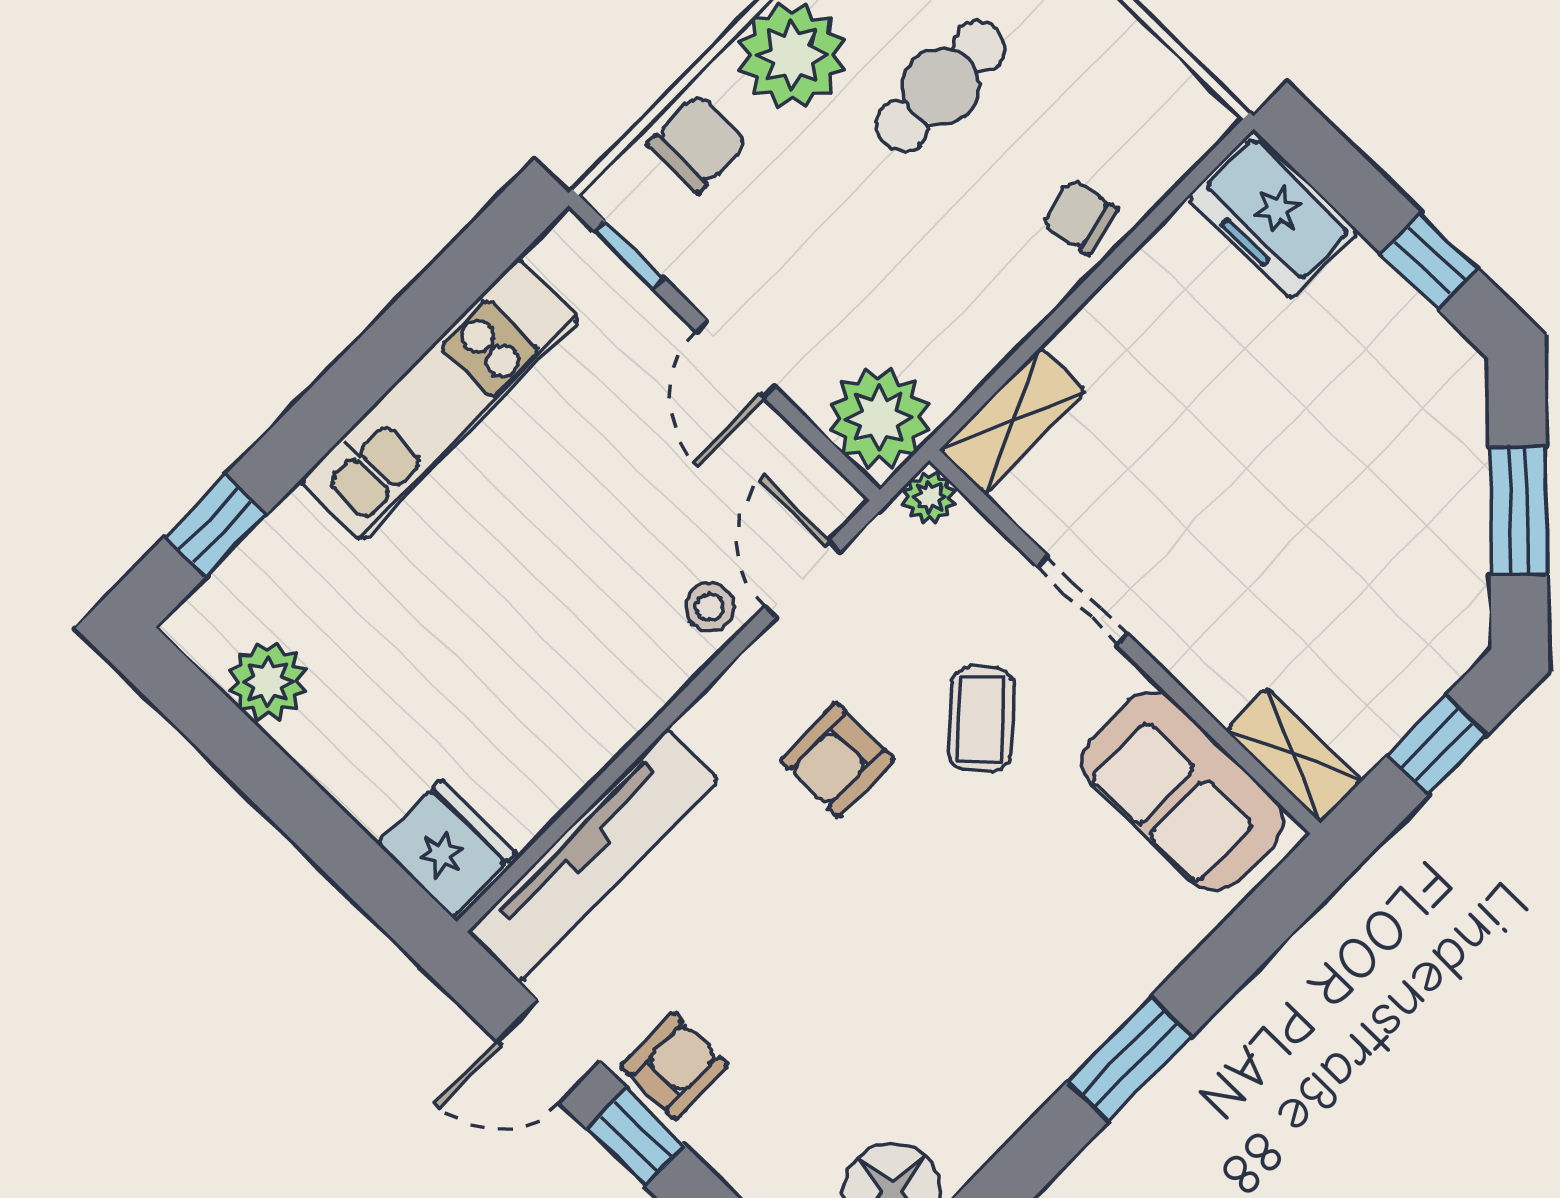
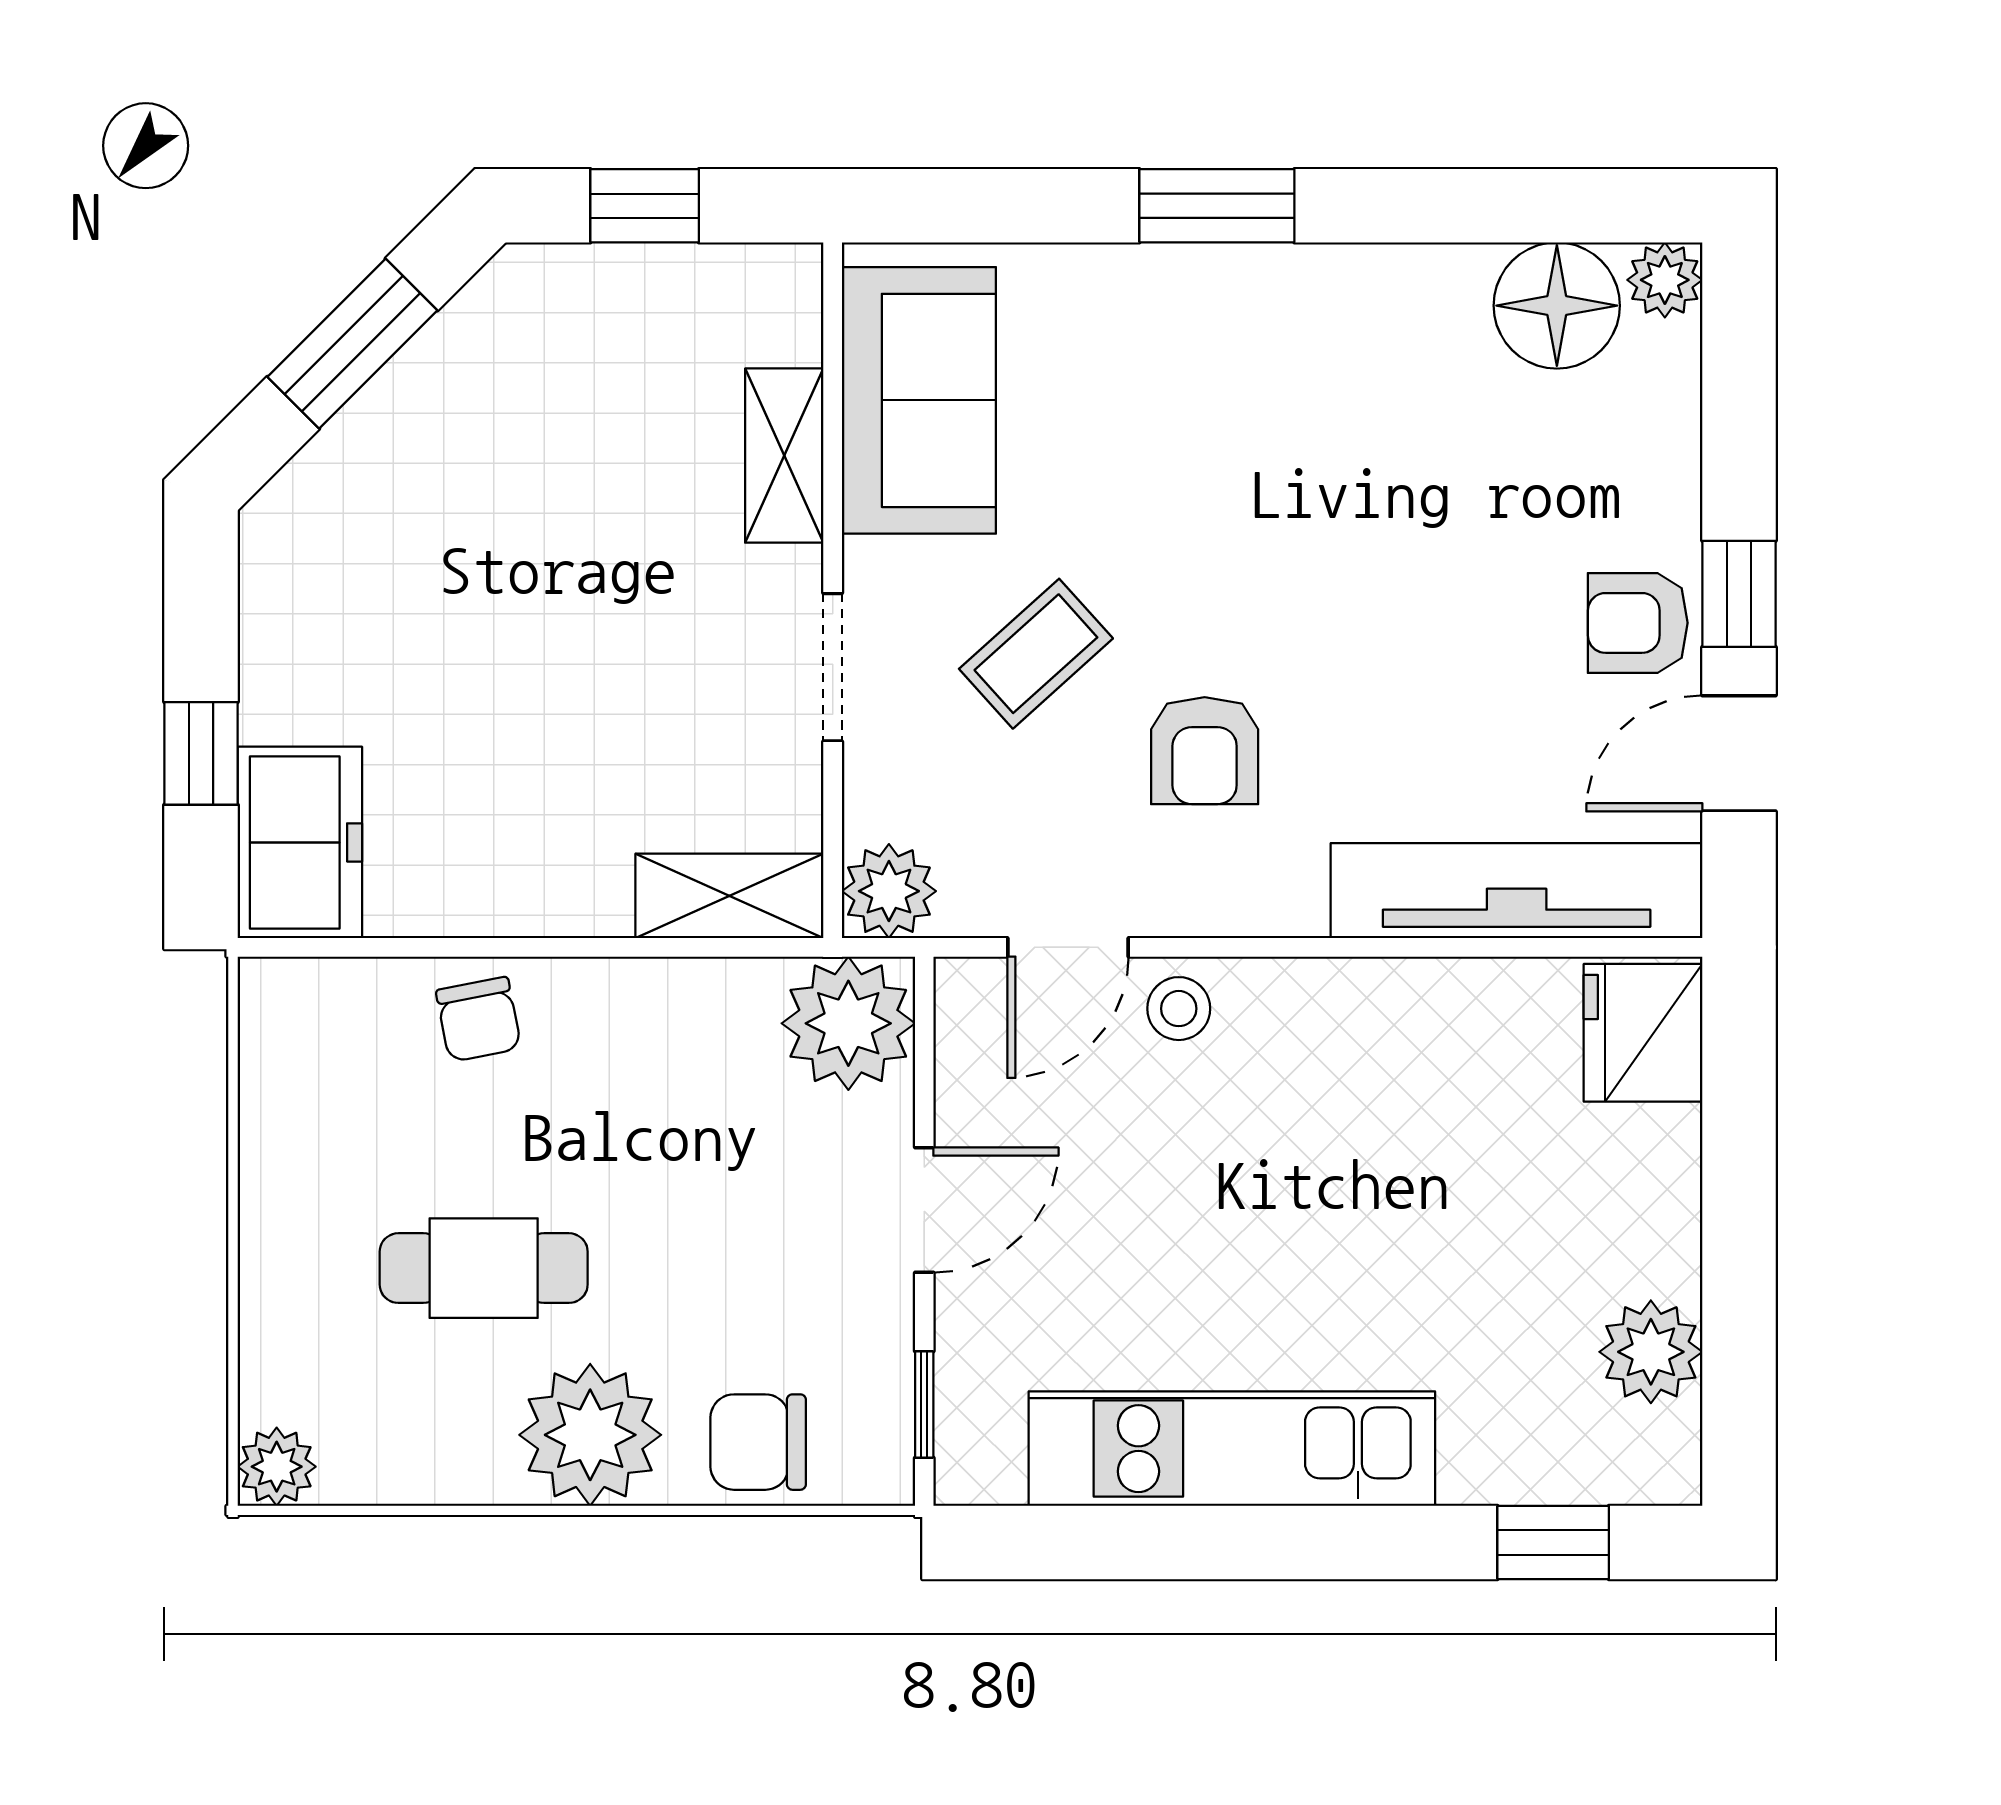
window: (1429, 261) -> (201, 753), moved
plant: (930, 497) -> (889, 891), width x1.38, depth x1.38
shelving: (1294, 755) -> (784, 456), moved
armchair: (837, 760) -> (1205, 751), turned 90
door: (549, 1051) -> (1739, 753), swing flipped

